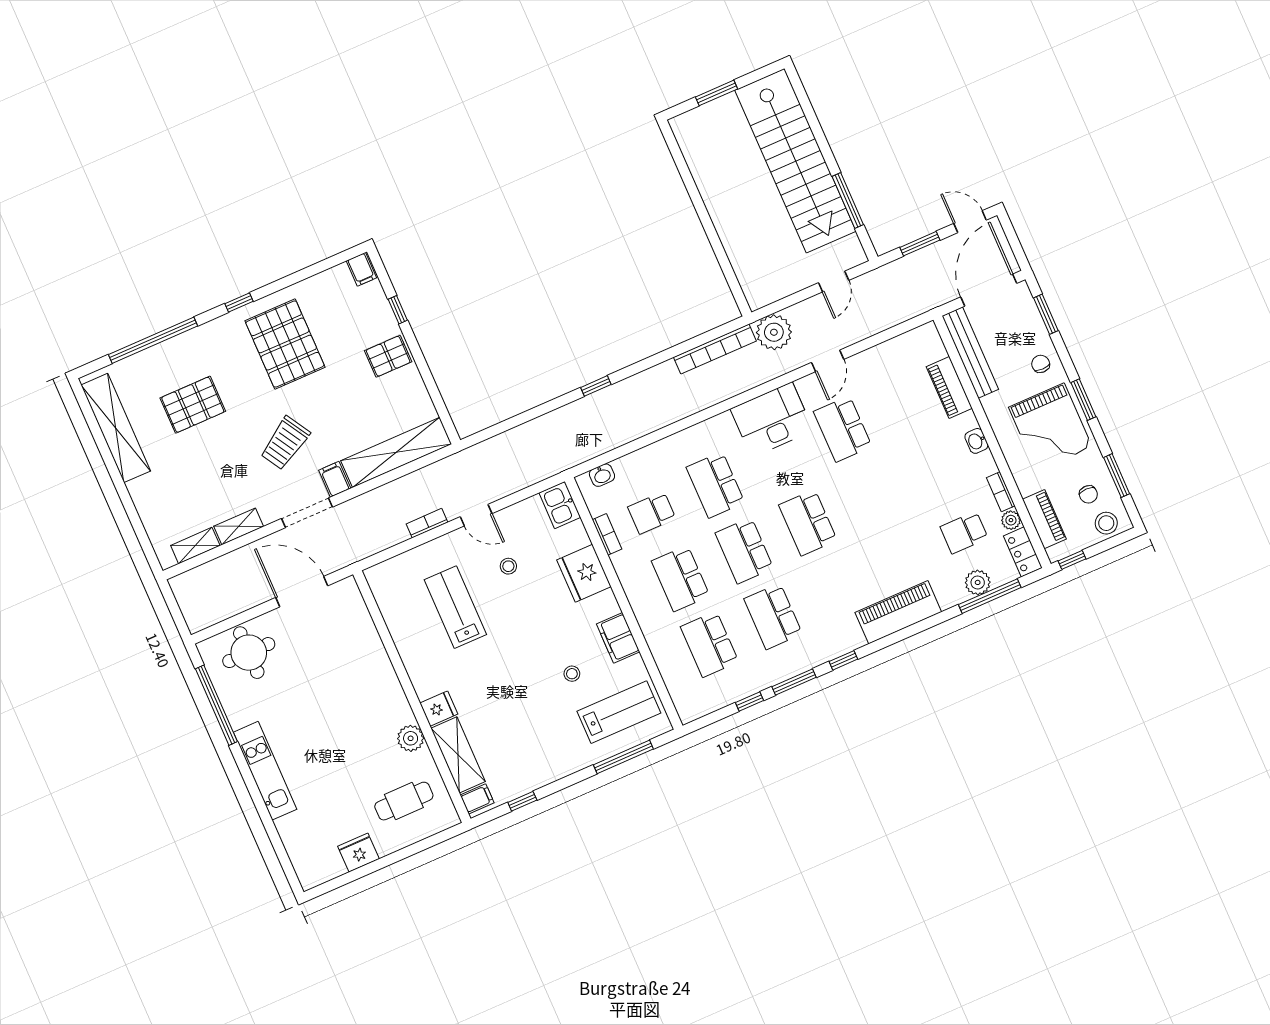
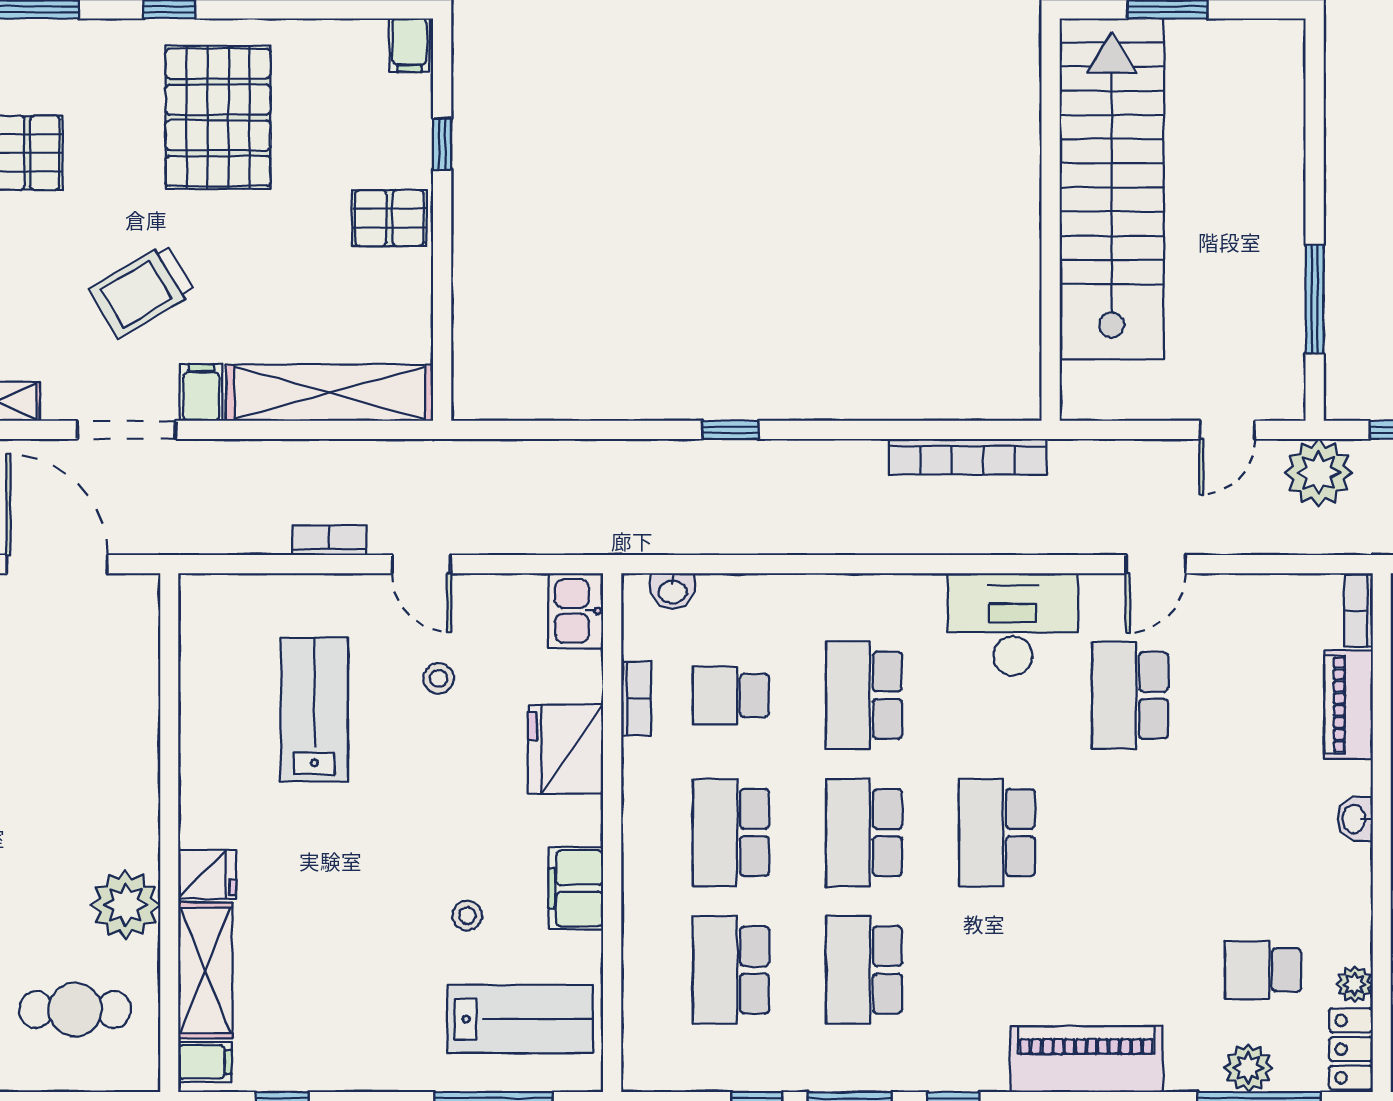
stairs: (795, 161) -> (1112, 189), moved, turned 180
plant: (774, 332) -> (1319, 473), moved
bookcase: (1001, 492) -> (1358, 611), moved
plant: (411, 738) -> (126, 905), width x1.36, depth x1.36

